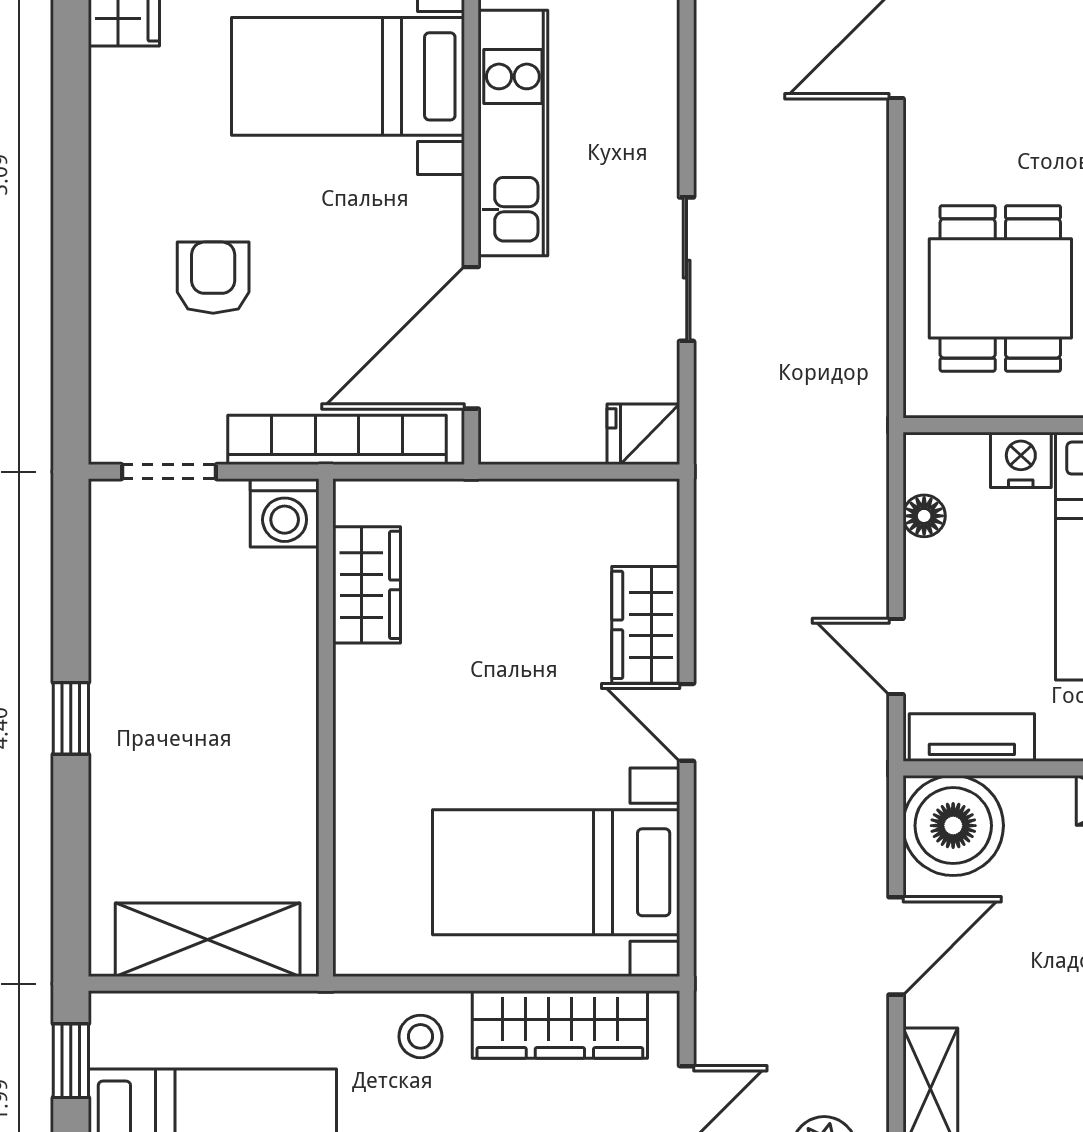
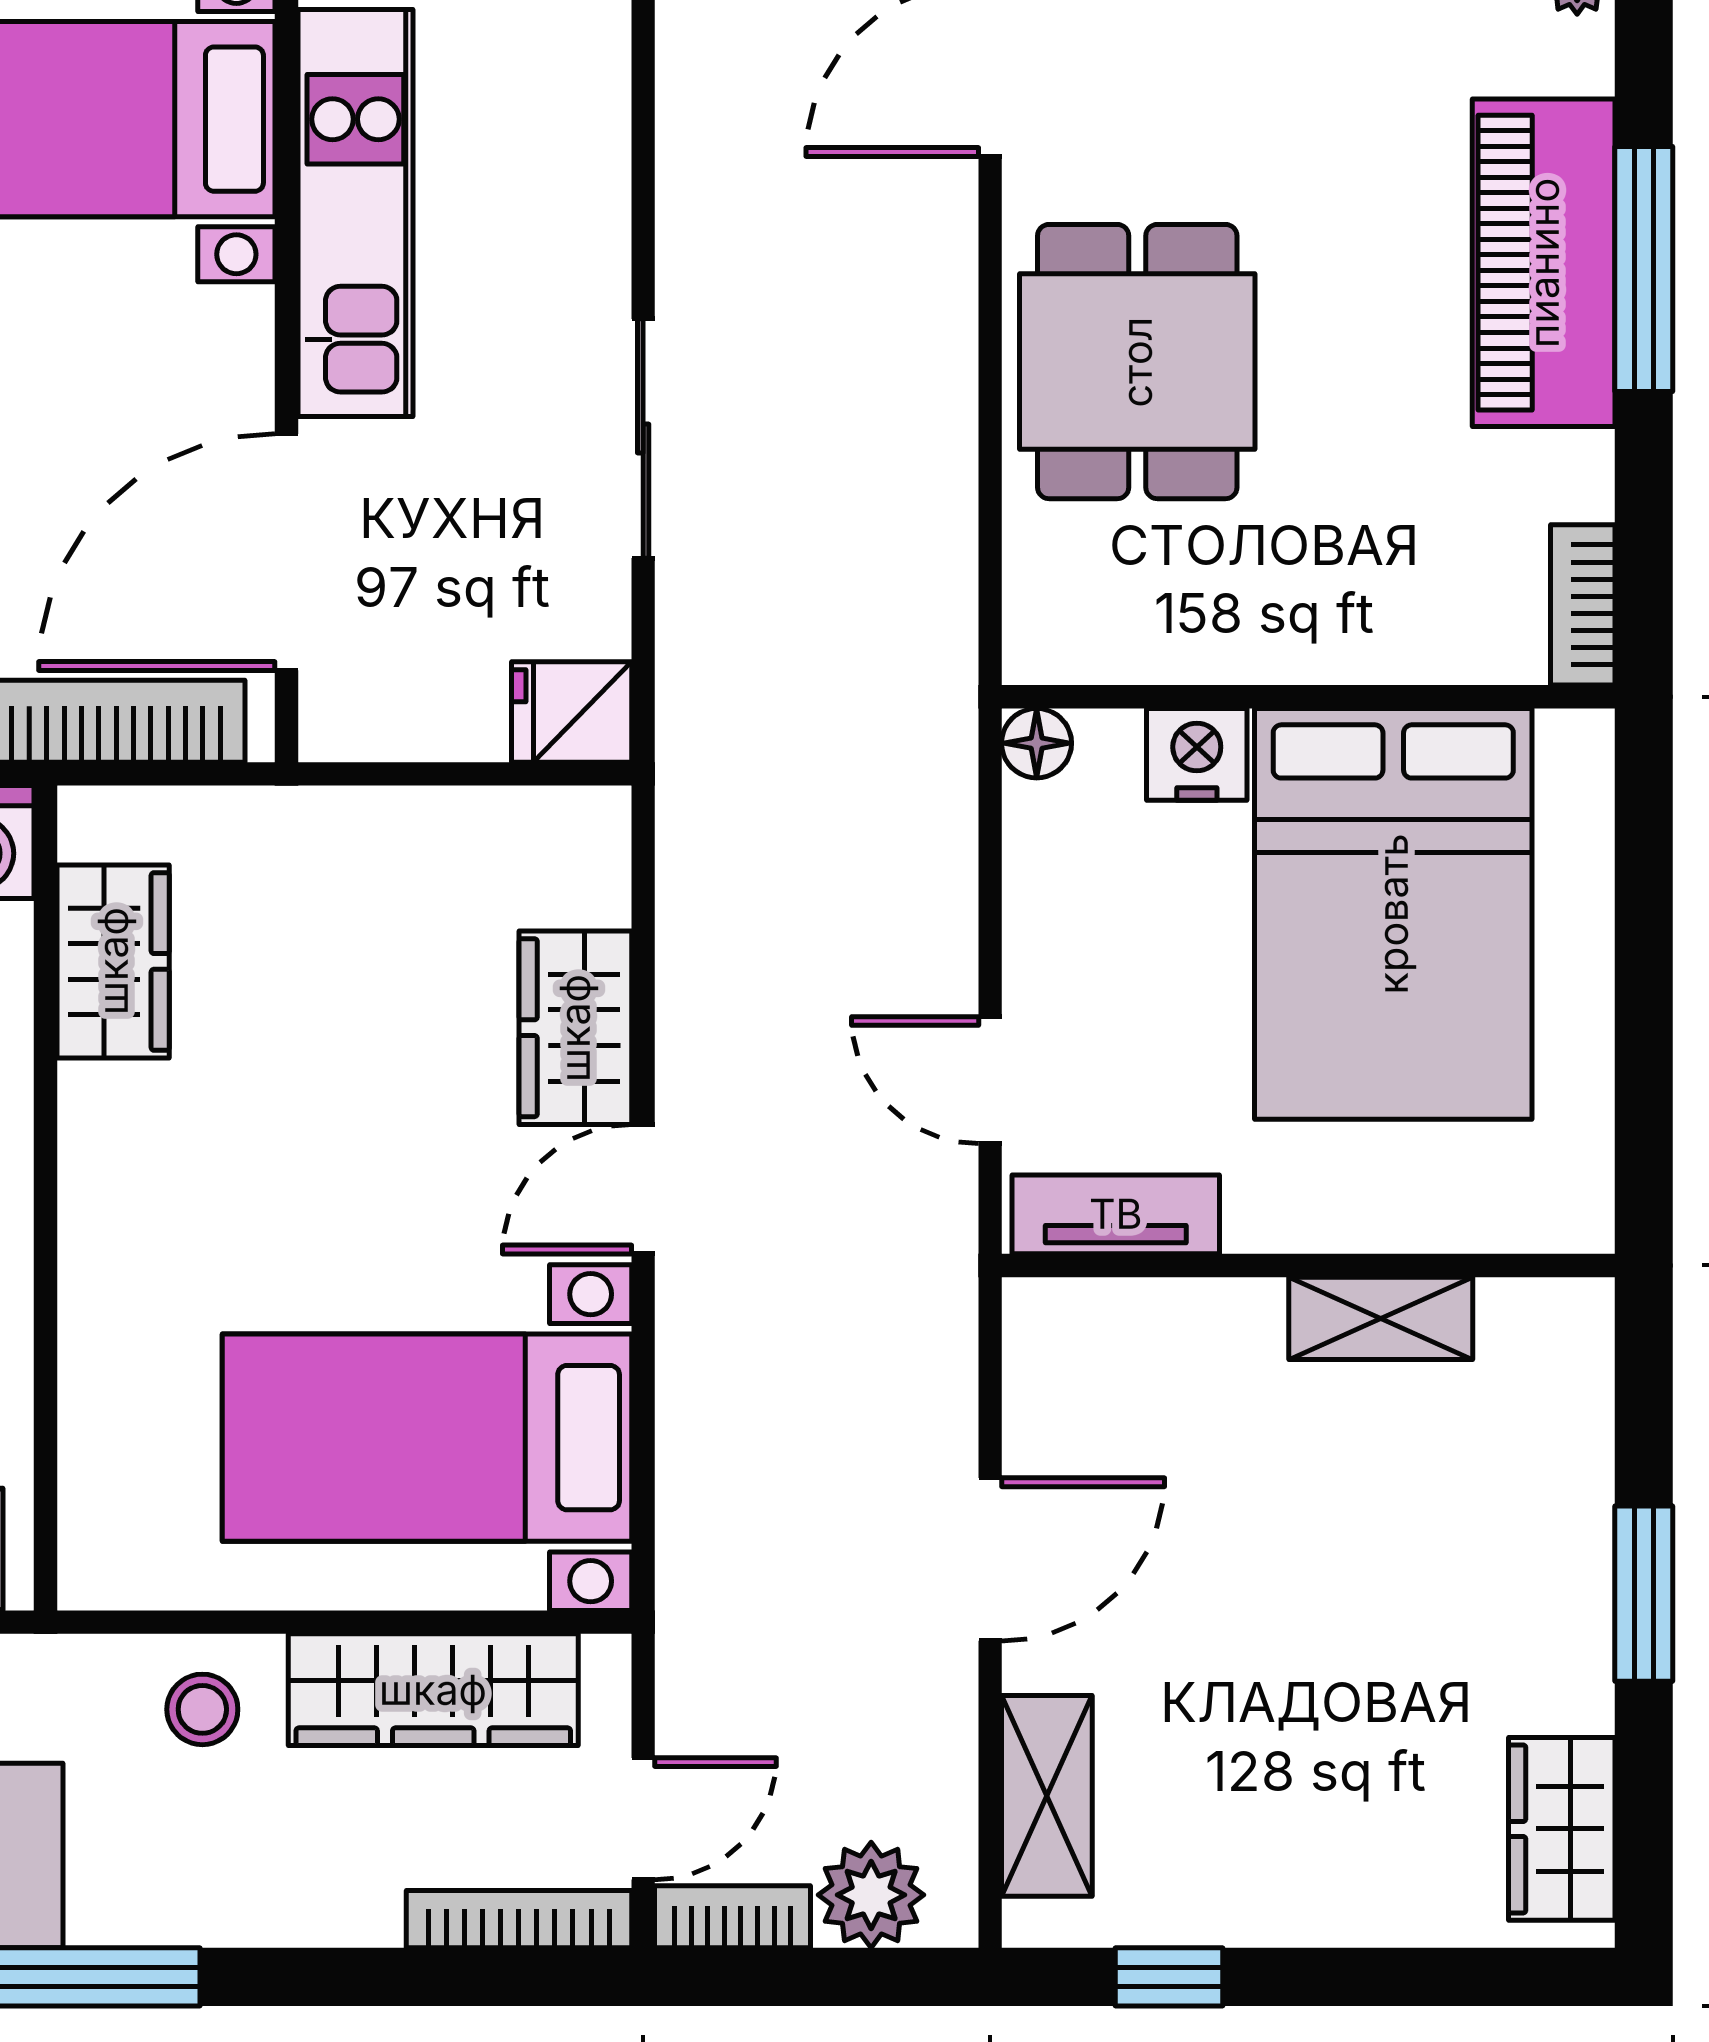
dining table: (1000, 288) -> (1137, 362), moved
floor lamp: (924, 516) -> (1037, 743), moved
door: (687, 722) -> (643, 1189), hinge flipped
boiler: (953, 826) -> (1085, 1360), removed

